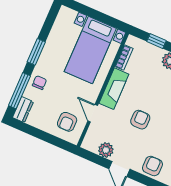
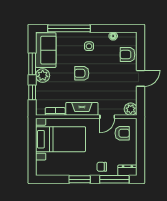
armchair: (140, 120) -> (82, 73), moved
plant: (106, 150) -> (131, 109), moved

